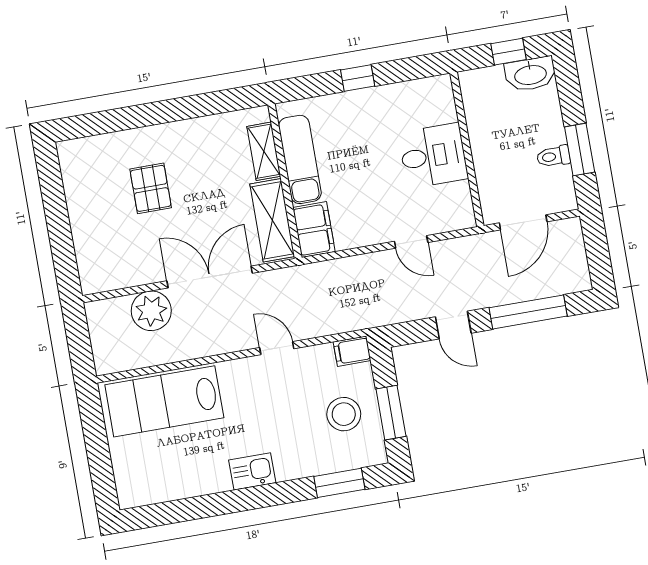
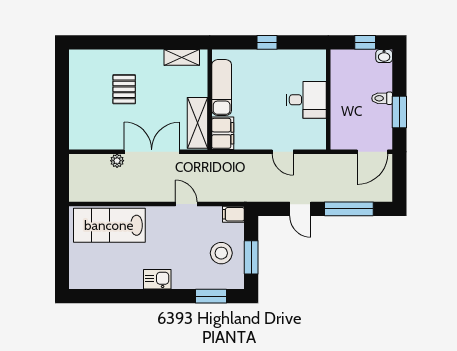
washbasin: (530, 74) -> (384, 56), width x0.52, depth x0.69
shelving: (264, 151) -> (182, 57), moved, turned 90
toilet: (553, 156) -> (382, 98), moved
door: (523, 222) -> (372, 152), moved
plant: (151, 311) -> (117, 161), width x0.53, depth x0.53

